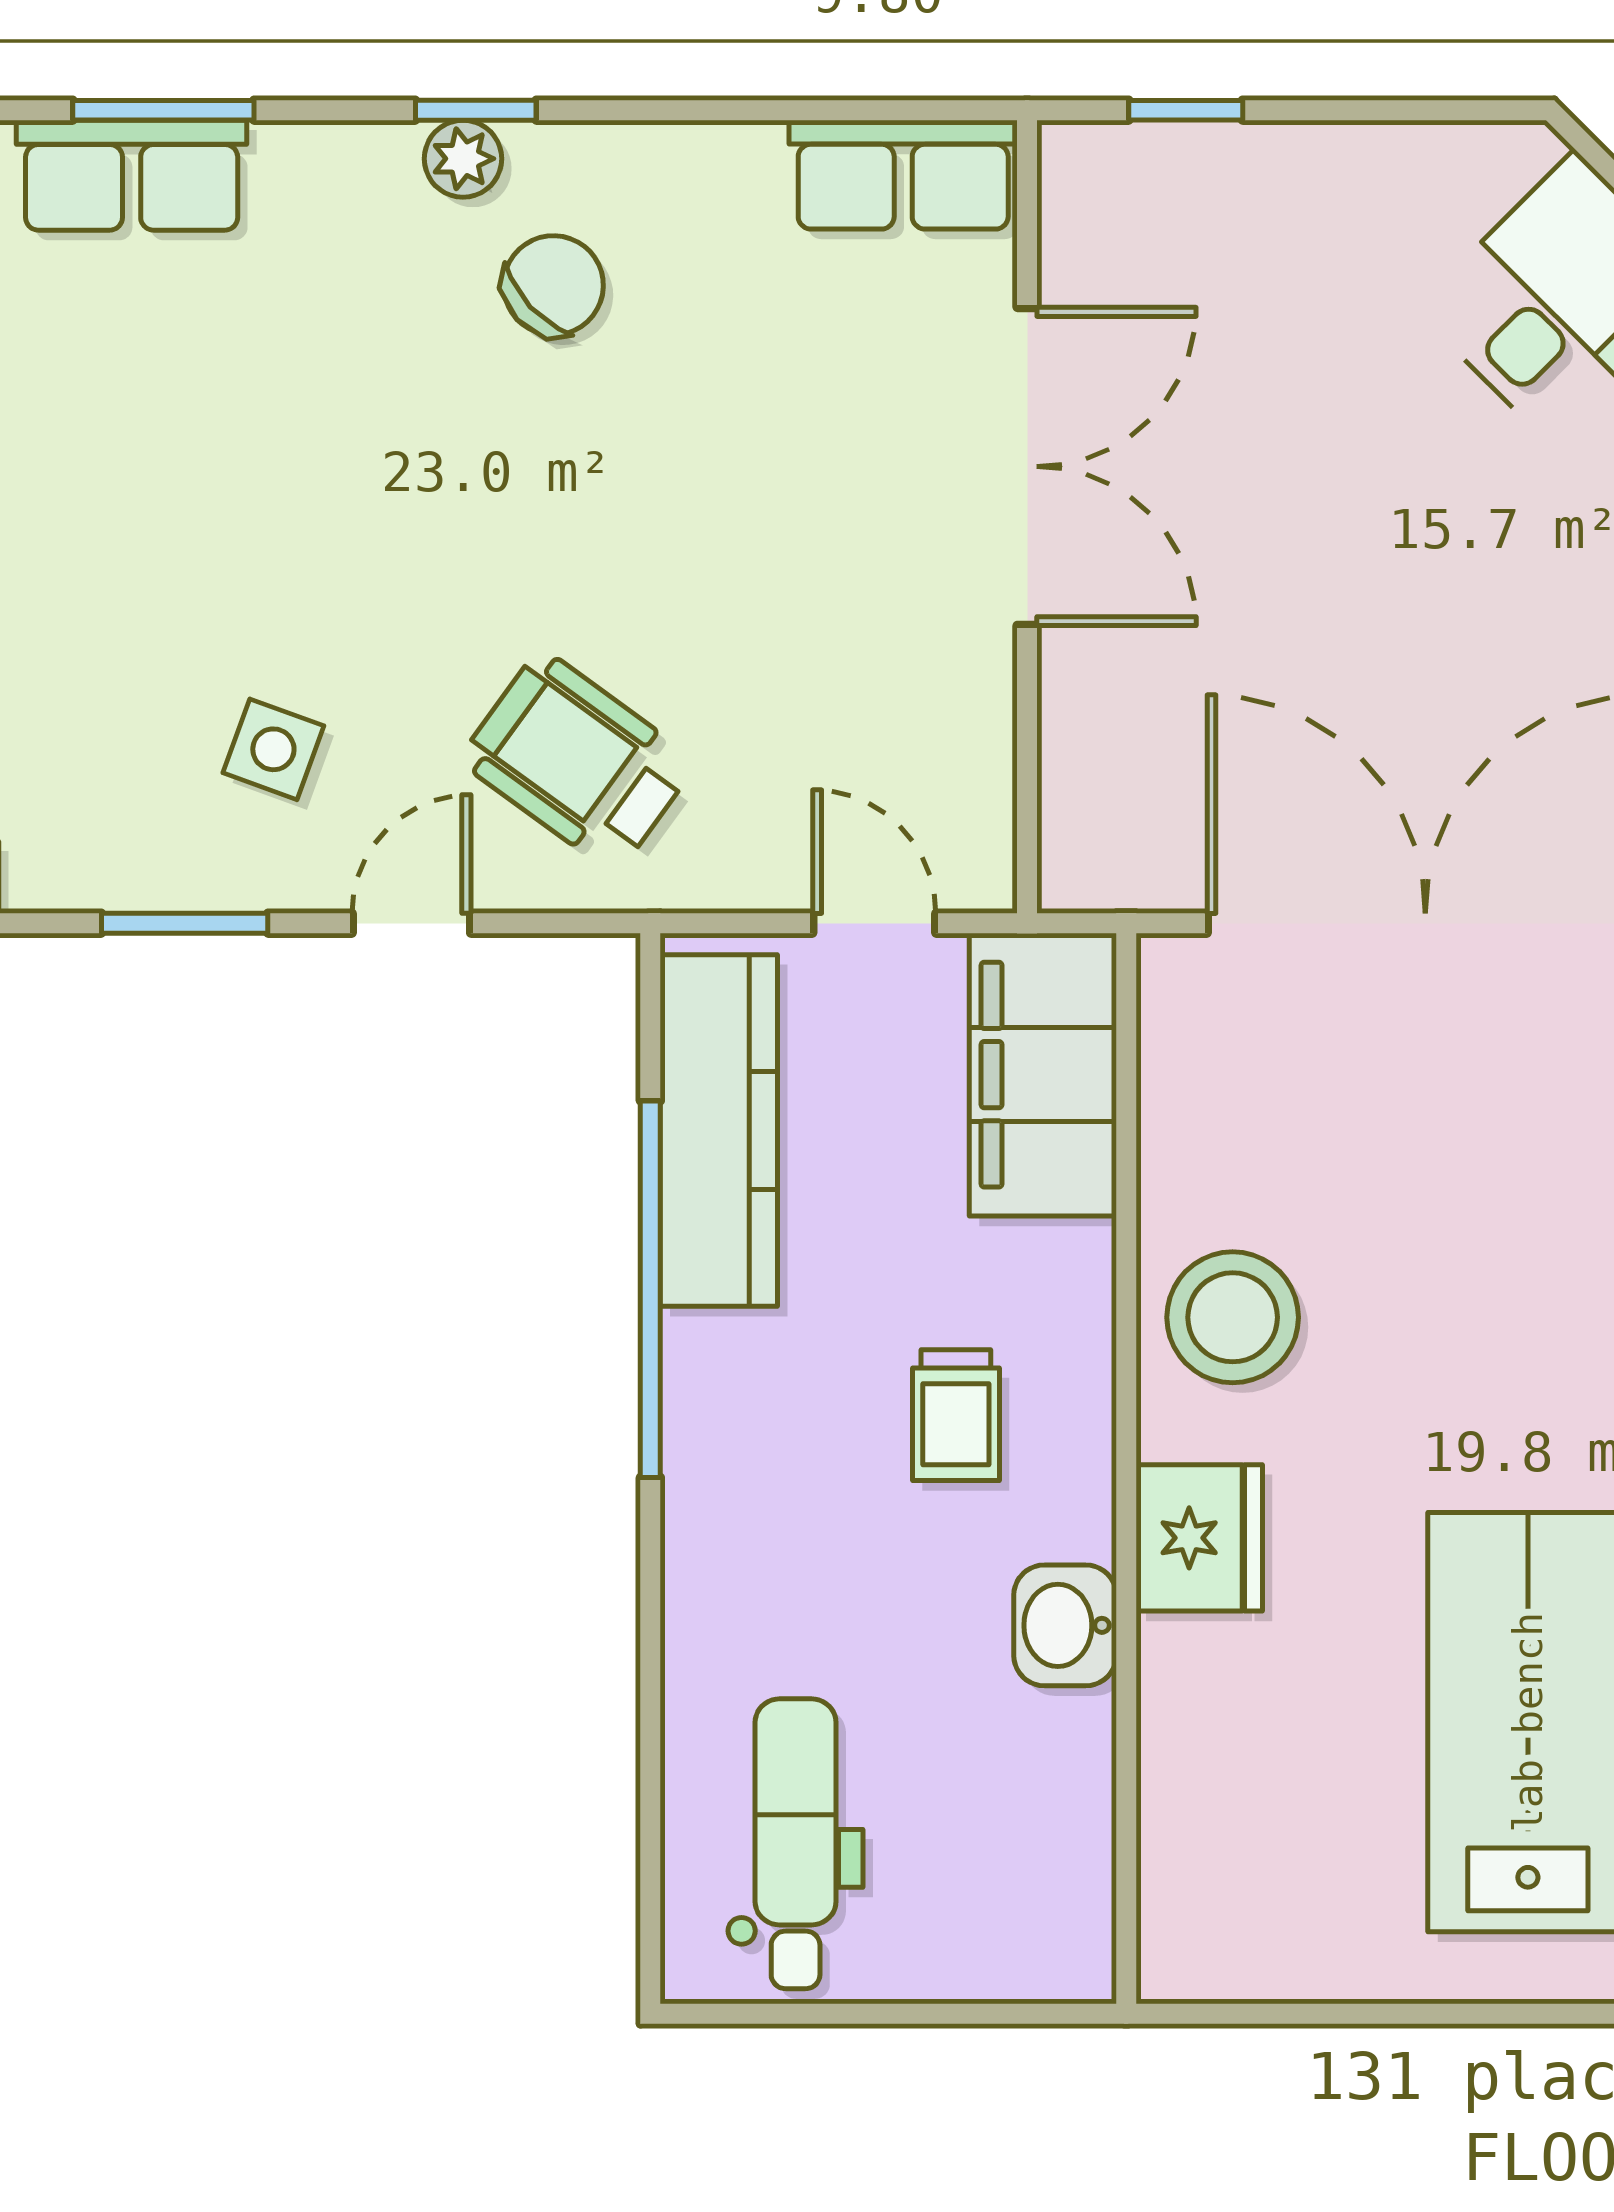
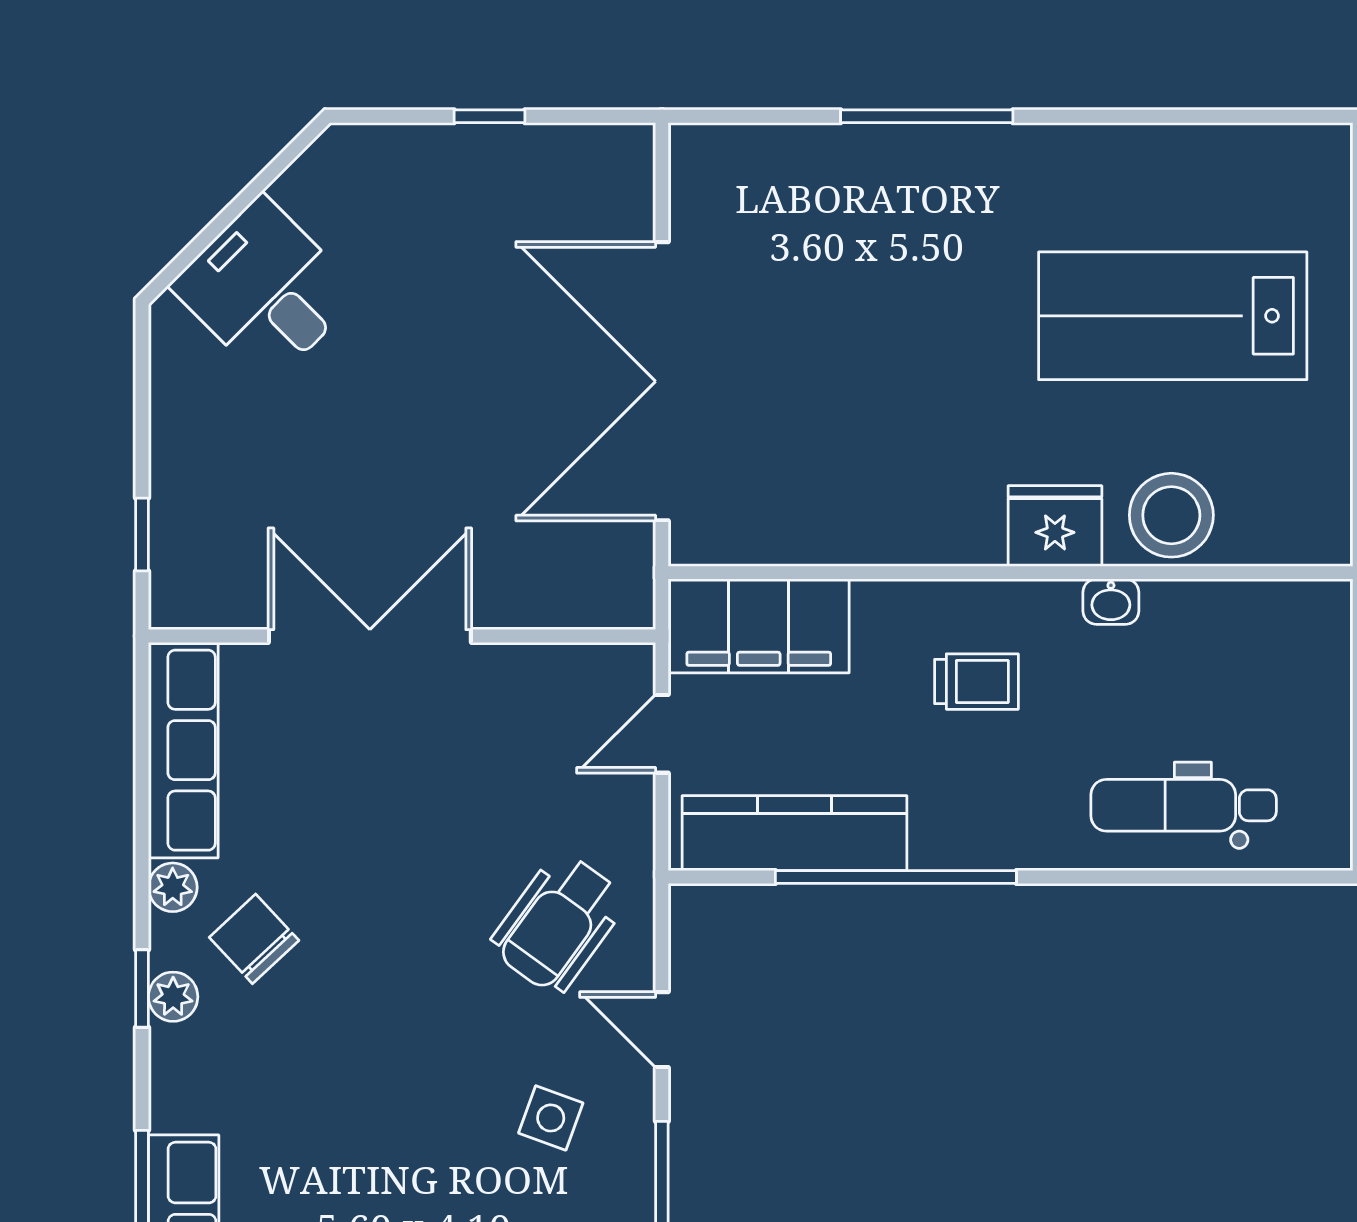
plant: (634, 158) -> (173, 887), added
row of seats: (903, 175) -> (183, 750), width x1.48
stool: (1233, 1317) -> (1171, 515), moved
washbasin: (1065, 1625) -> (1111, 602), width x0.72, depth x0.69
dental chair: (796, 1844) -> (1184, 805), moved

